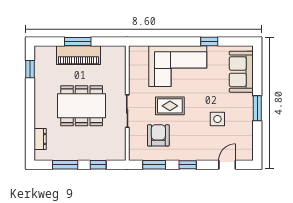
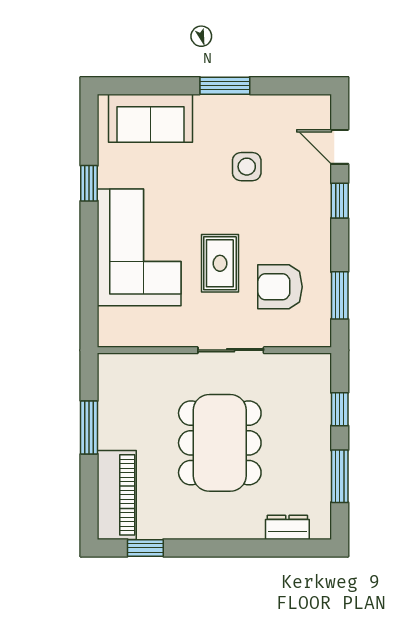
window: (78, 41) -> (89, 427), moved
piano: (79, 55) -> (117, 495), moved
window: (188, 165) -> (340, 201), moved

